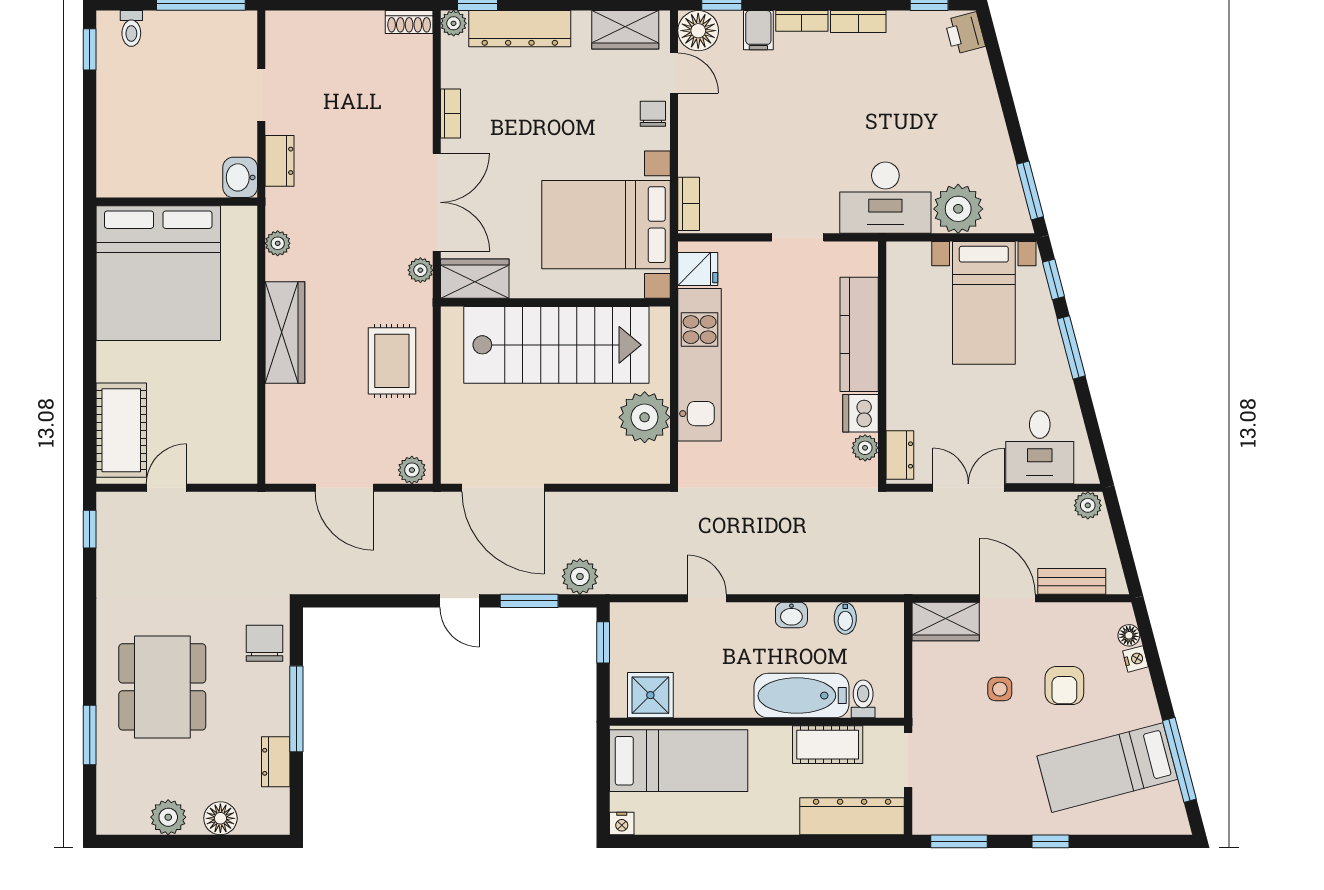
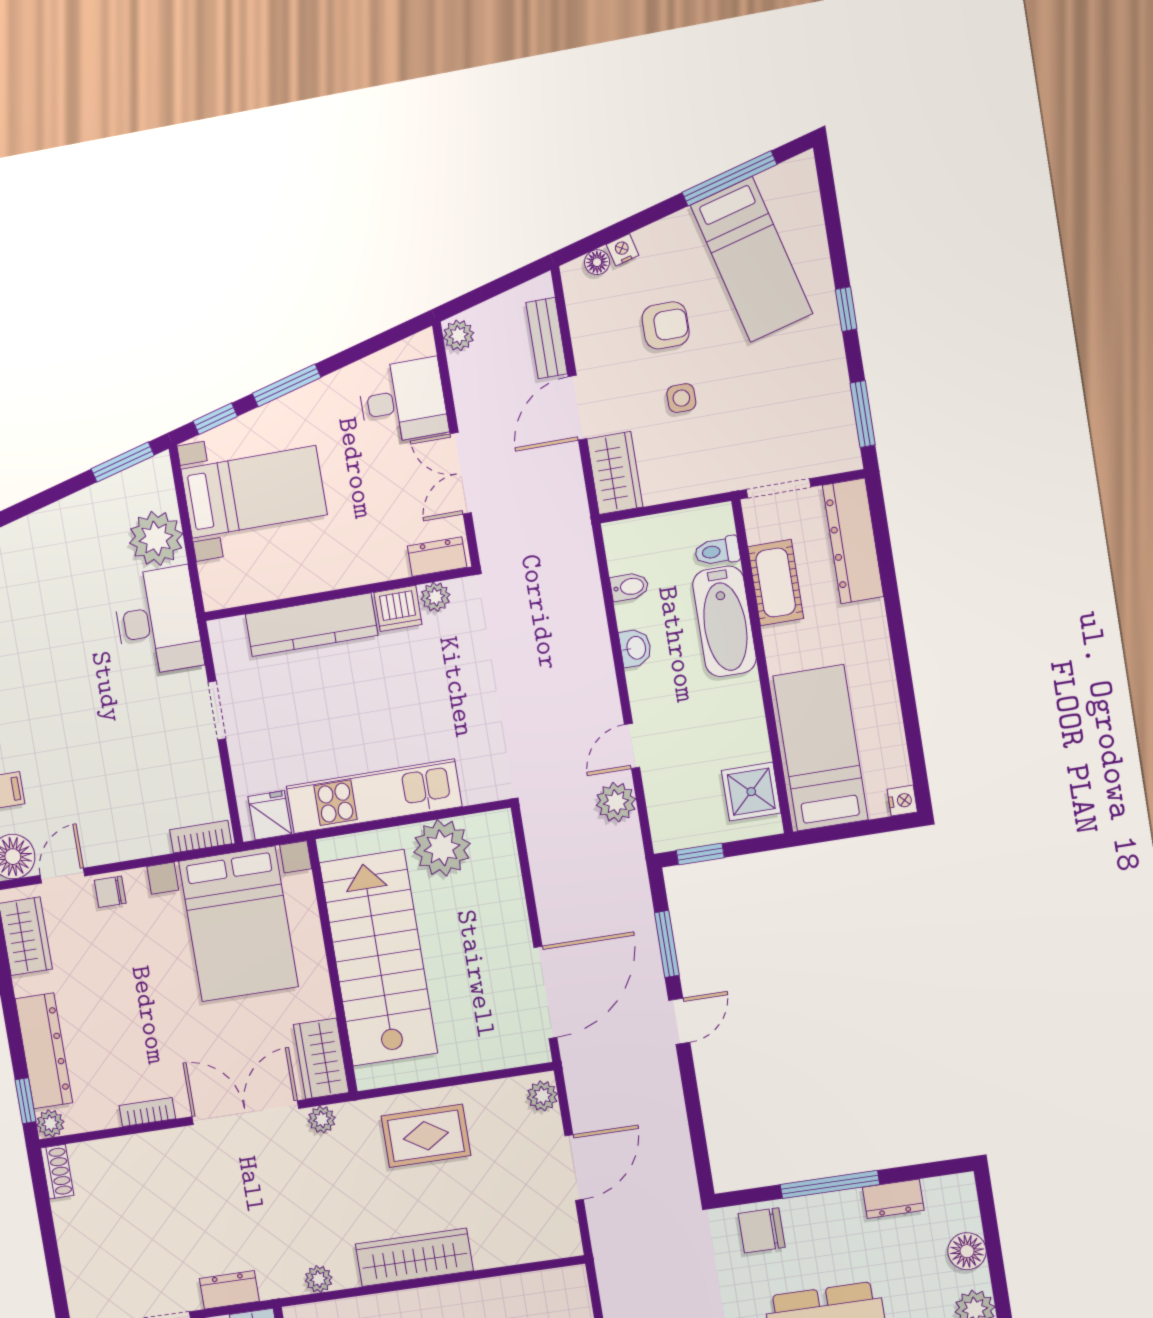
plant: (580, 576) -> (616, 802), moved

